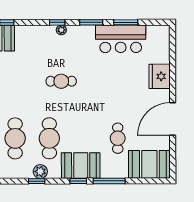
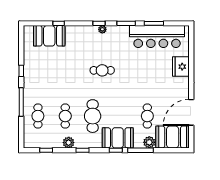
bar counter: (121, 39) -> (157, 37), width x1.36
door: (173, 119) -> (191, 112), moved
cafe table: (15, 138) -> (65, 116), width x0.73, depth x0.74
plant: (40, 171) -> (69, 143), moved
plant: (120, 171) -> (149, 142), added

